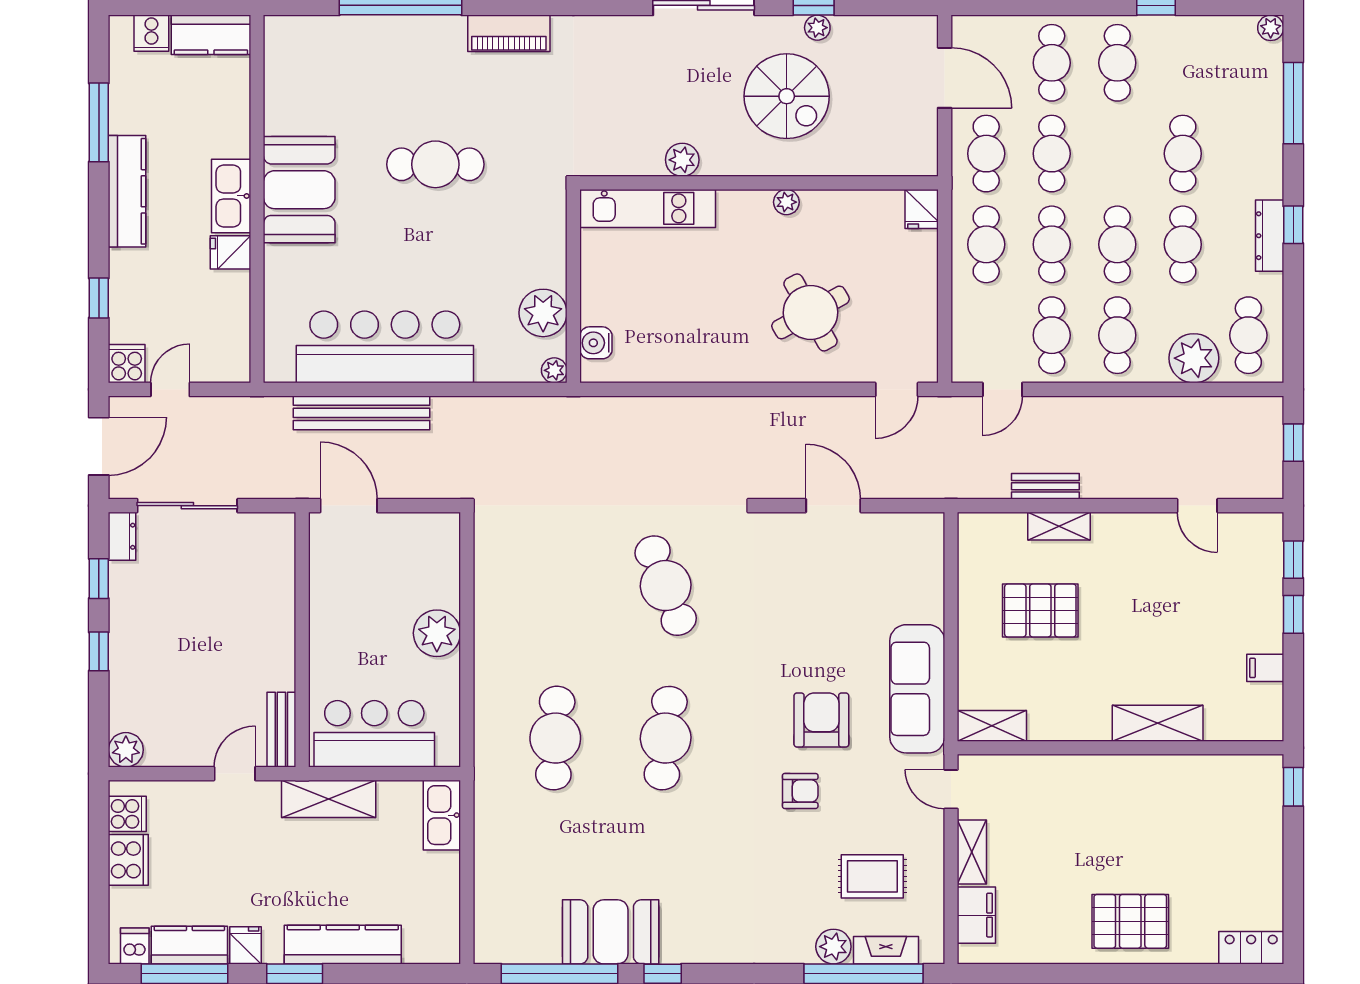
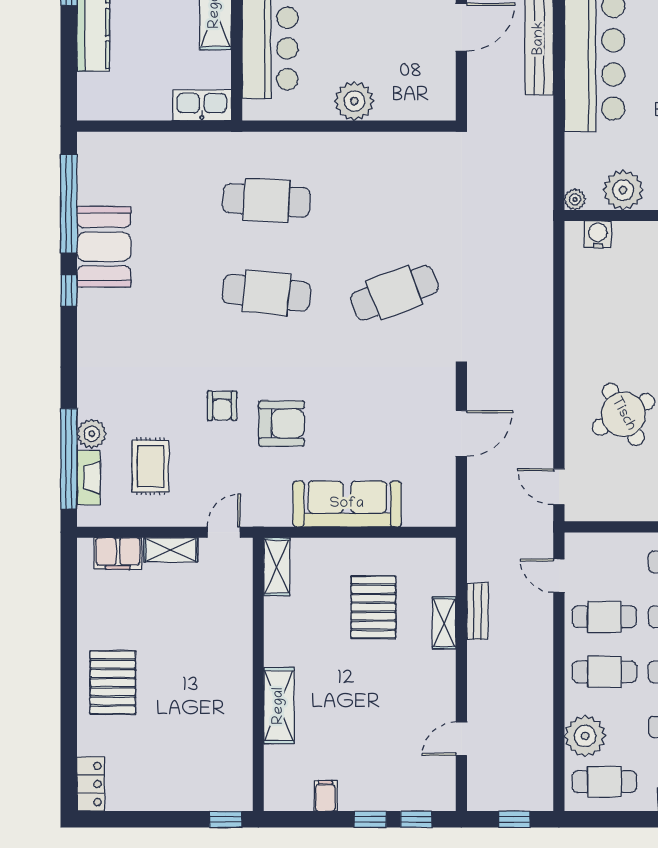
sofa: (917, 689) -> (347, 504), moved

